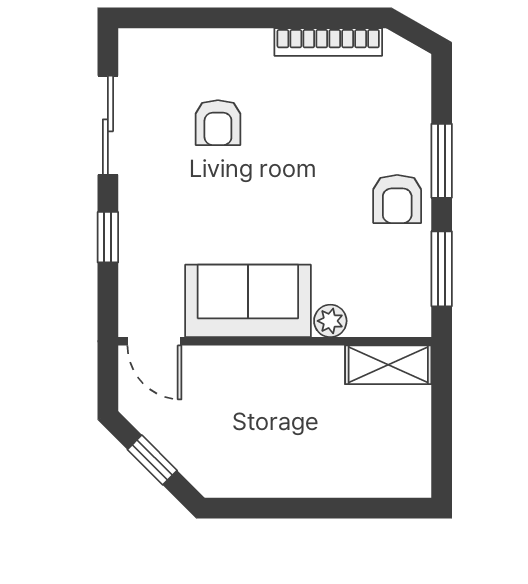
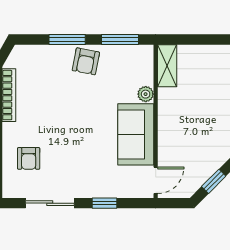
armchair: (218, 123) -> (29, 158), moved, turned 90
armchair: (397, 199) -> (86, 61), turned 101

